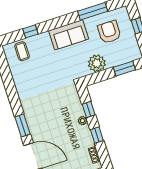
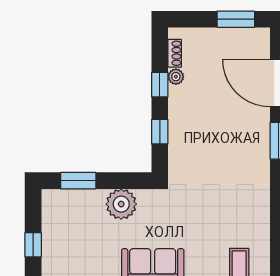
armchair: (109, 32) -> (84, 250), removed
plant: (83, 121) -> (176, 77), moved

